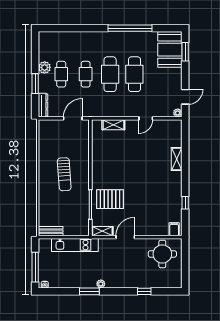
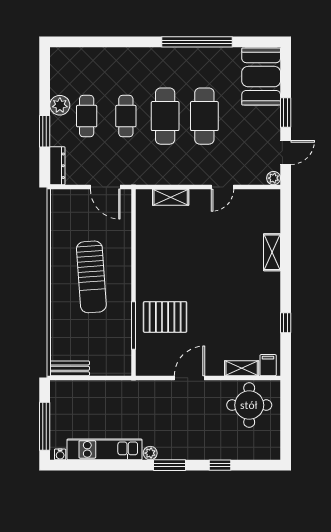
window: (185, 52) -> (286, 112), moved
door: (73, 118) -> (105, 187), swing flipped
sun lounger: (64, 174) -> (91, 277), width x1.36, depth x1.34
shelving: (102, 231) -> (242, 368), moved
kitchen unit: (75, 245) -> (104, 449), moved, turned 180
window: (89, 291) -> (169, 465), moved

